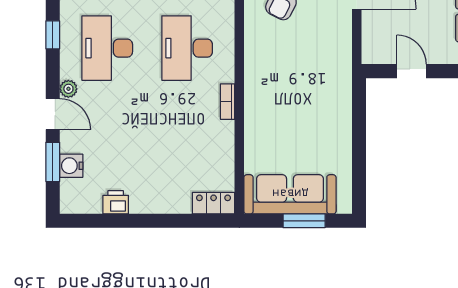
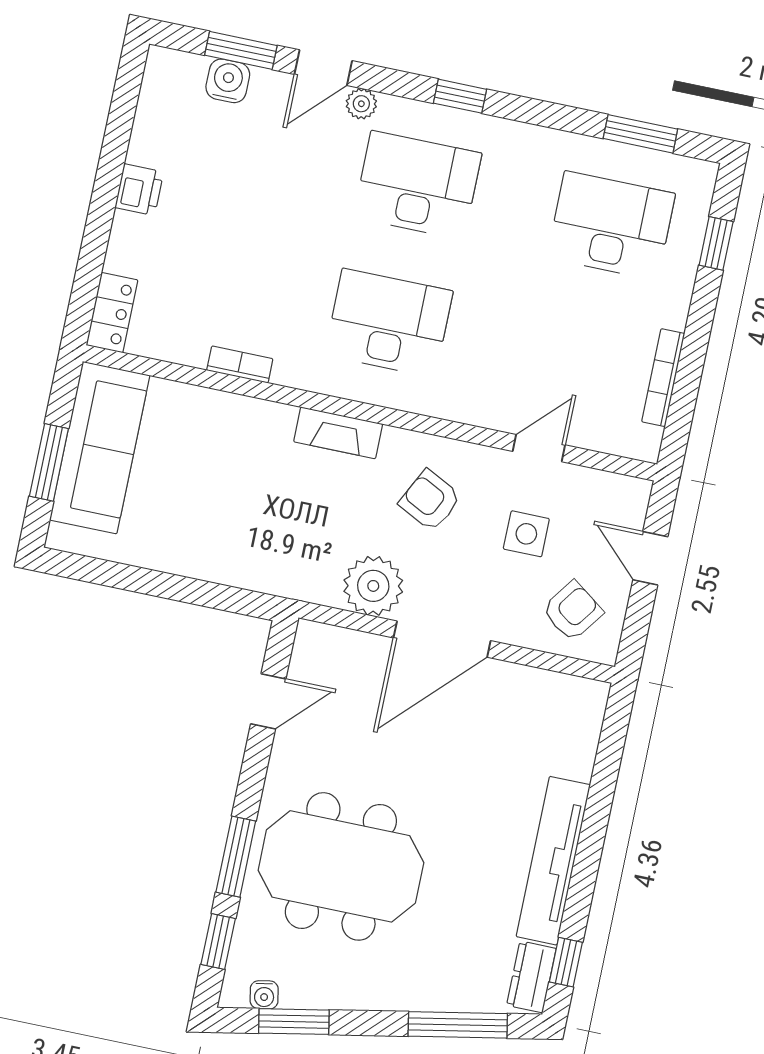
plant: (335, 26) -> (373, 586), added
fireplace: (254, 63) -> (338, 433), added
bookcase: (228, 102) -> (240, 365), moved
printer: (116, 202) -> (139, 190), moved

